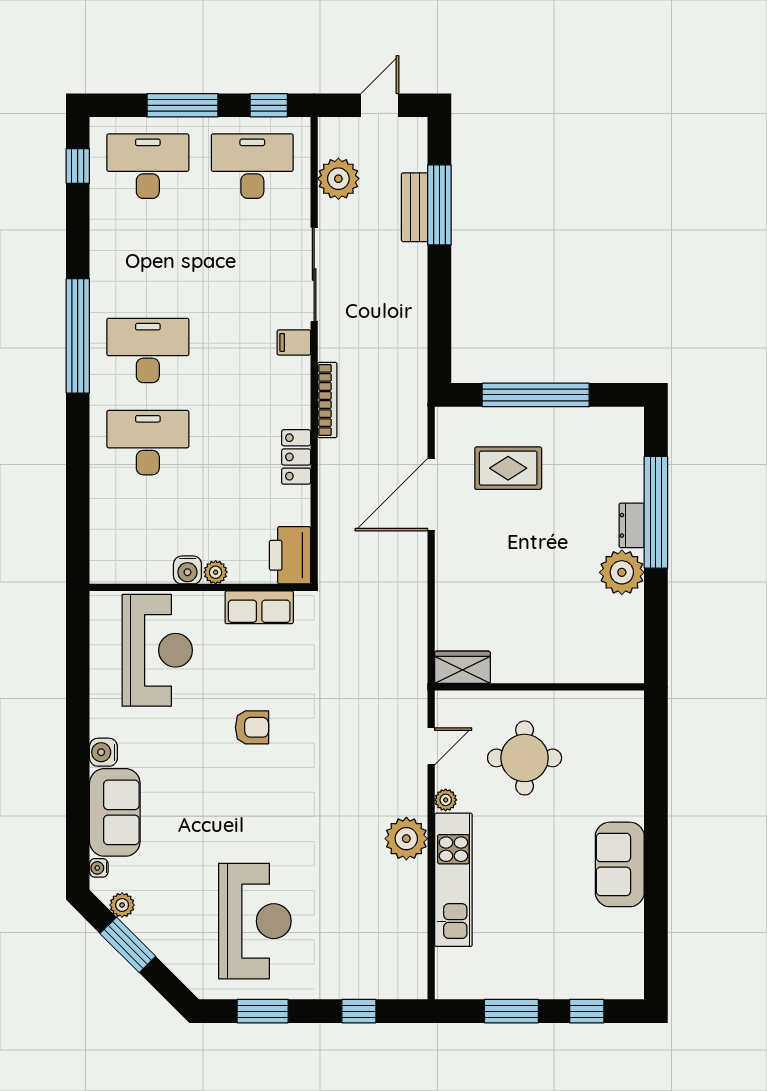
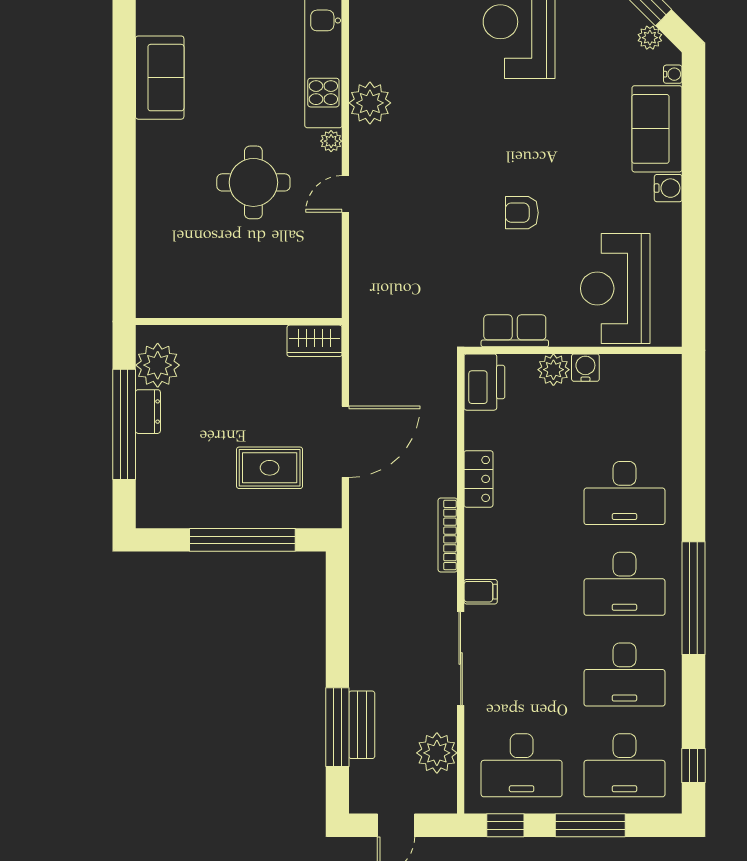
desk: (148, 258) -> (624, 675), added
plant: (216, 572) -> (553, 370), width x1.38, depth x1.38
wardrobe: (462, 667) -> (315, 341), moved
wall: (539, 687) -> (239, 322), moved

